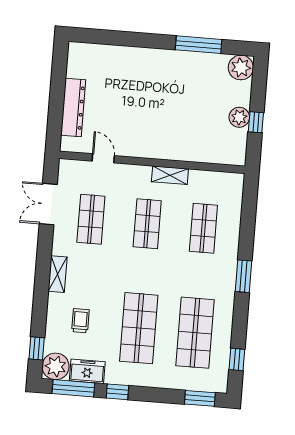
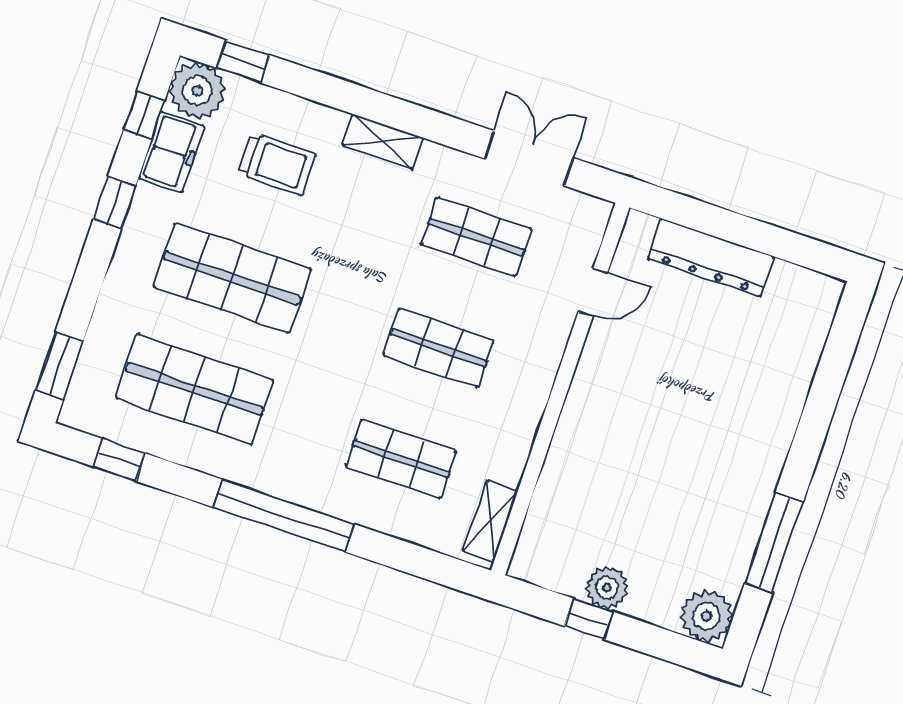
shelving: (170, 175) -> (490, 521), moved
window: (244, 276) -> (284, 516), width x2.11
trolley: (80, 321) -> (277, 164), width x1.36, depth x1.39
window: (73, 388) -> (144, 115), width x0.46

